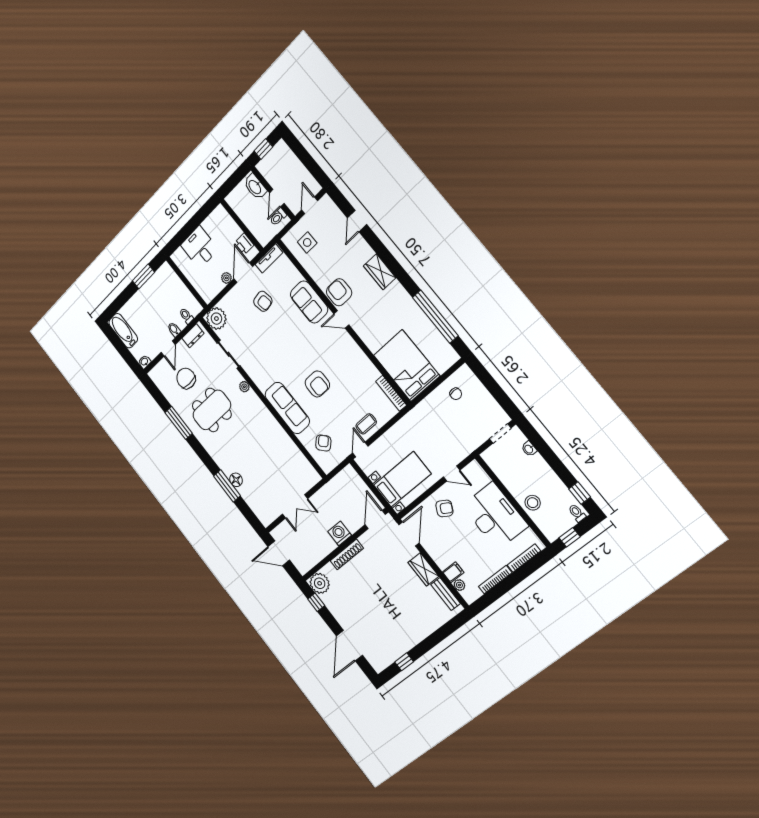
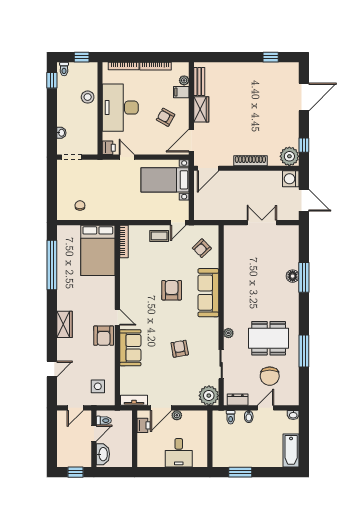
armchair: (263, 301) -> (180, 349), moved
printer: (474, 469) -> (109, 148), added
armchair: (444, 508) -> (166, 117), moved
washing machine: (340, 533) -> (291, 179), moved, turned 90

